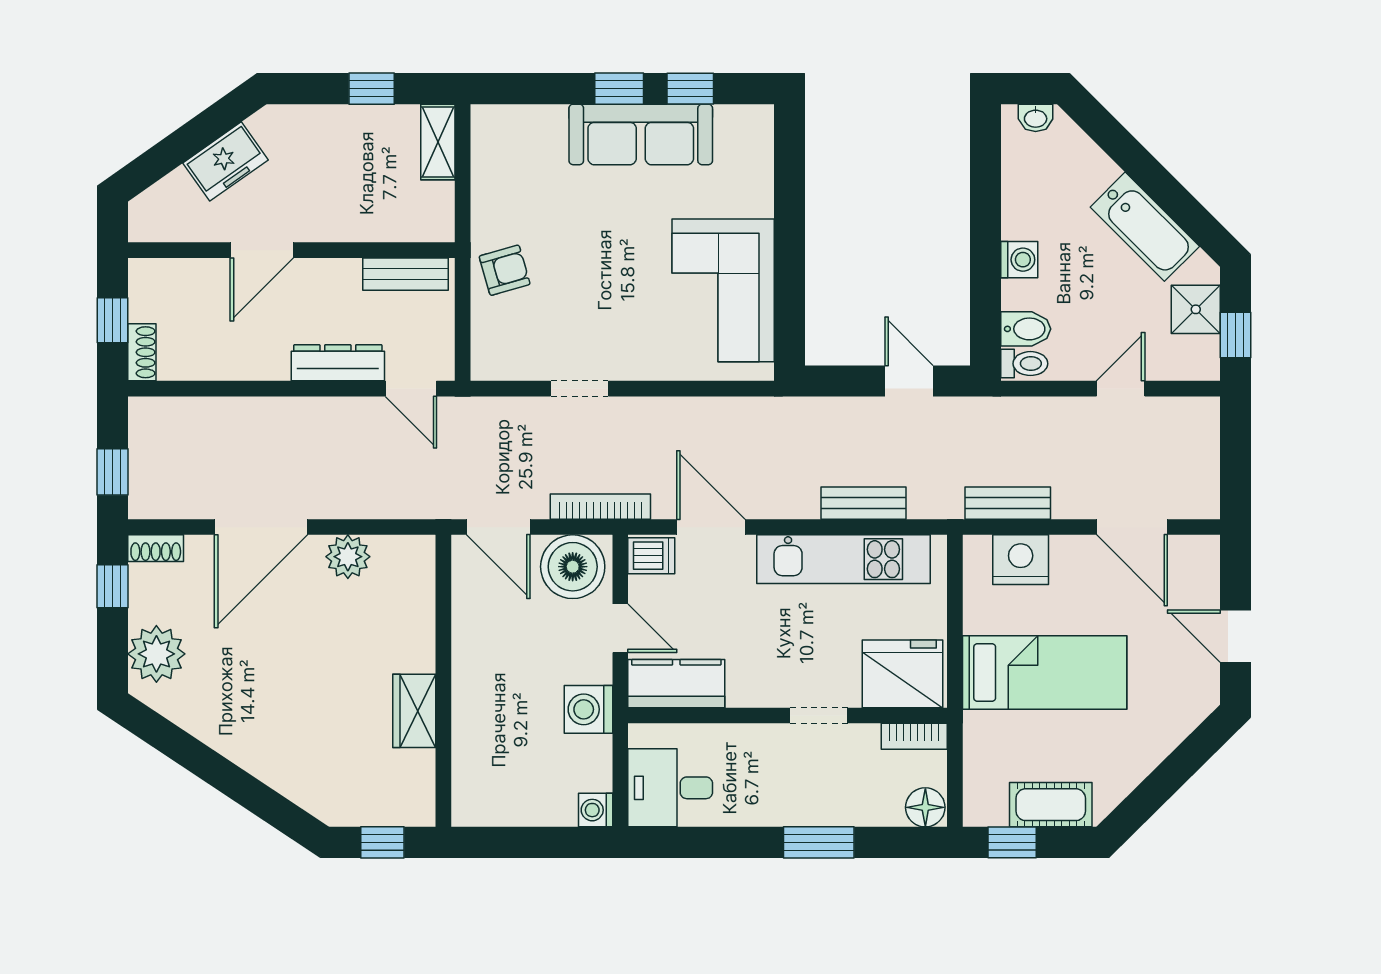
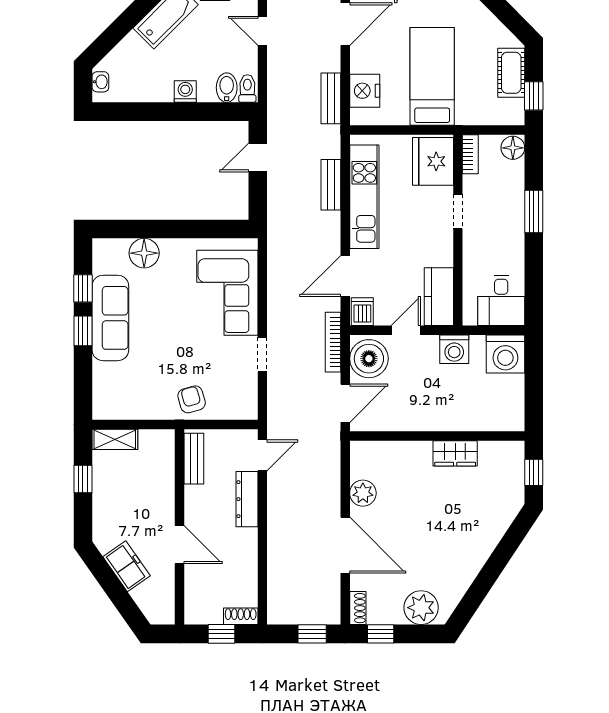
floor lamp: (749, 191) -> (144, 253), added
corner sofa: (723, 290) -> (227, 293), moved, turned 90
washing machine: (596, 810) -> (505, 354), width x1.89, depth x1.89

